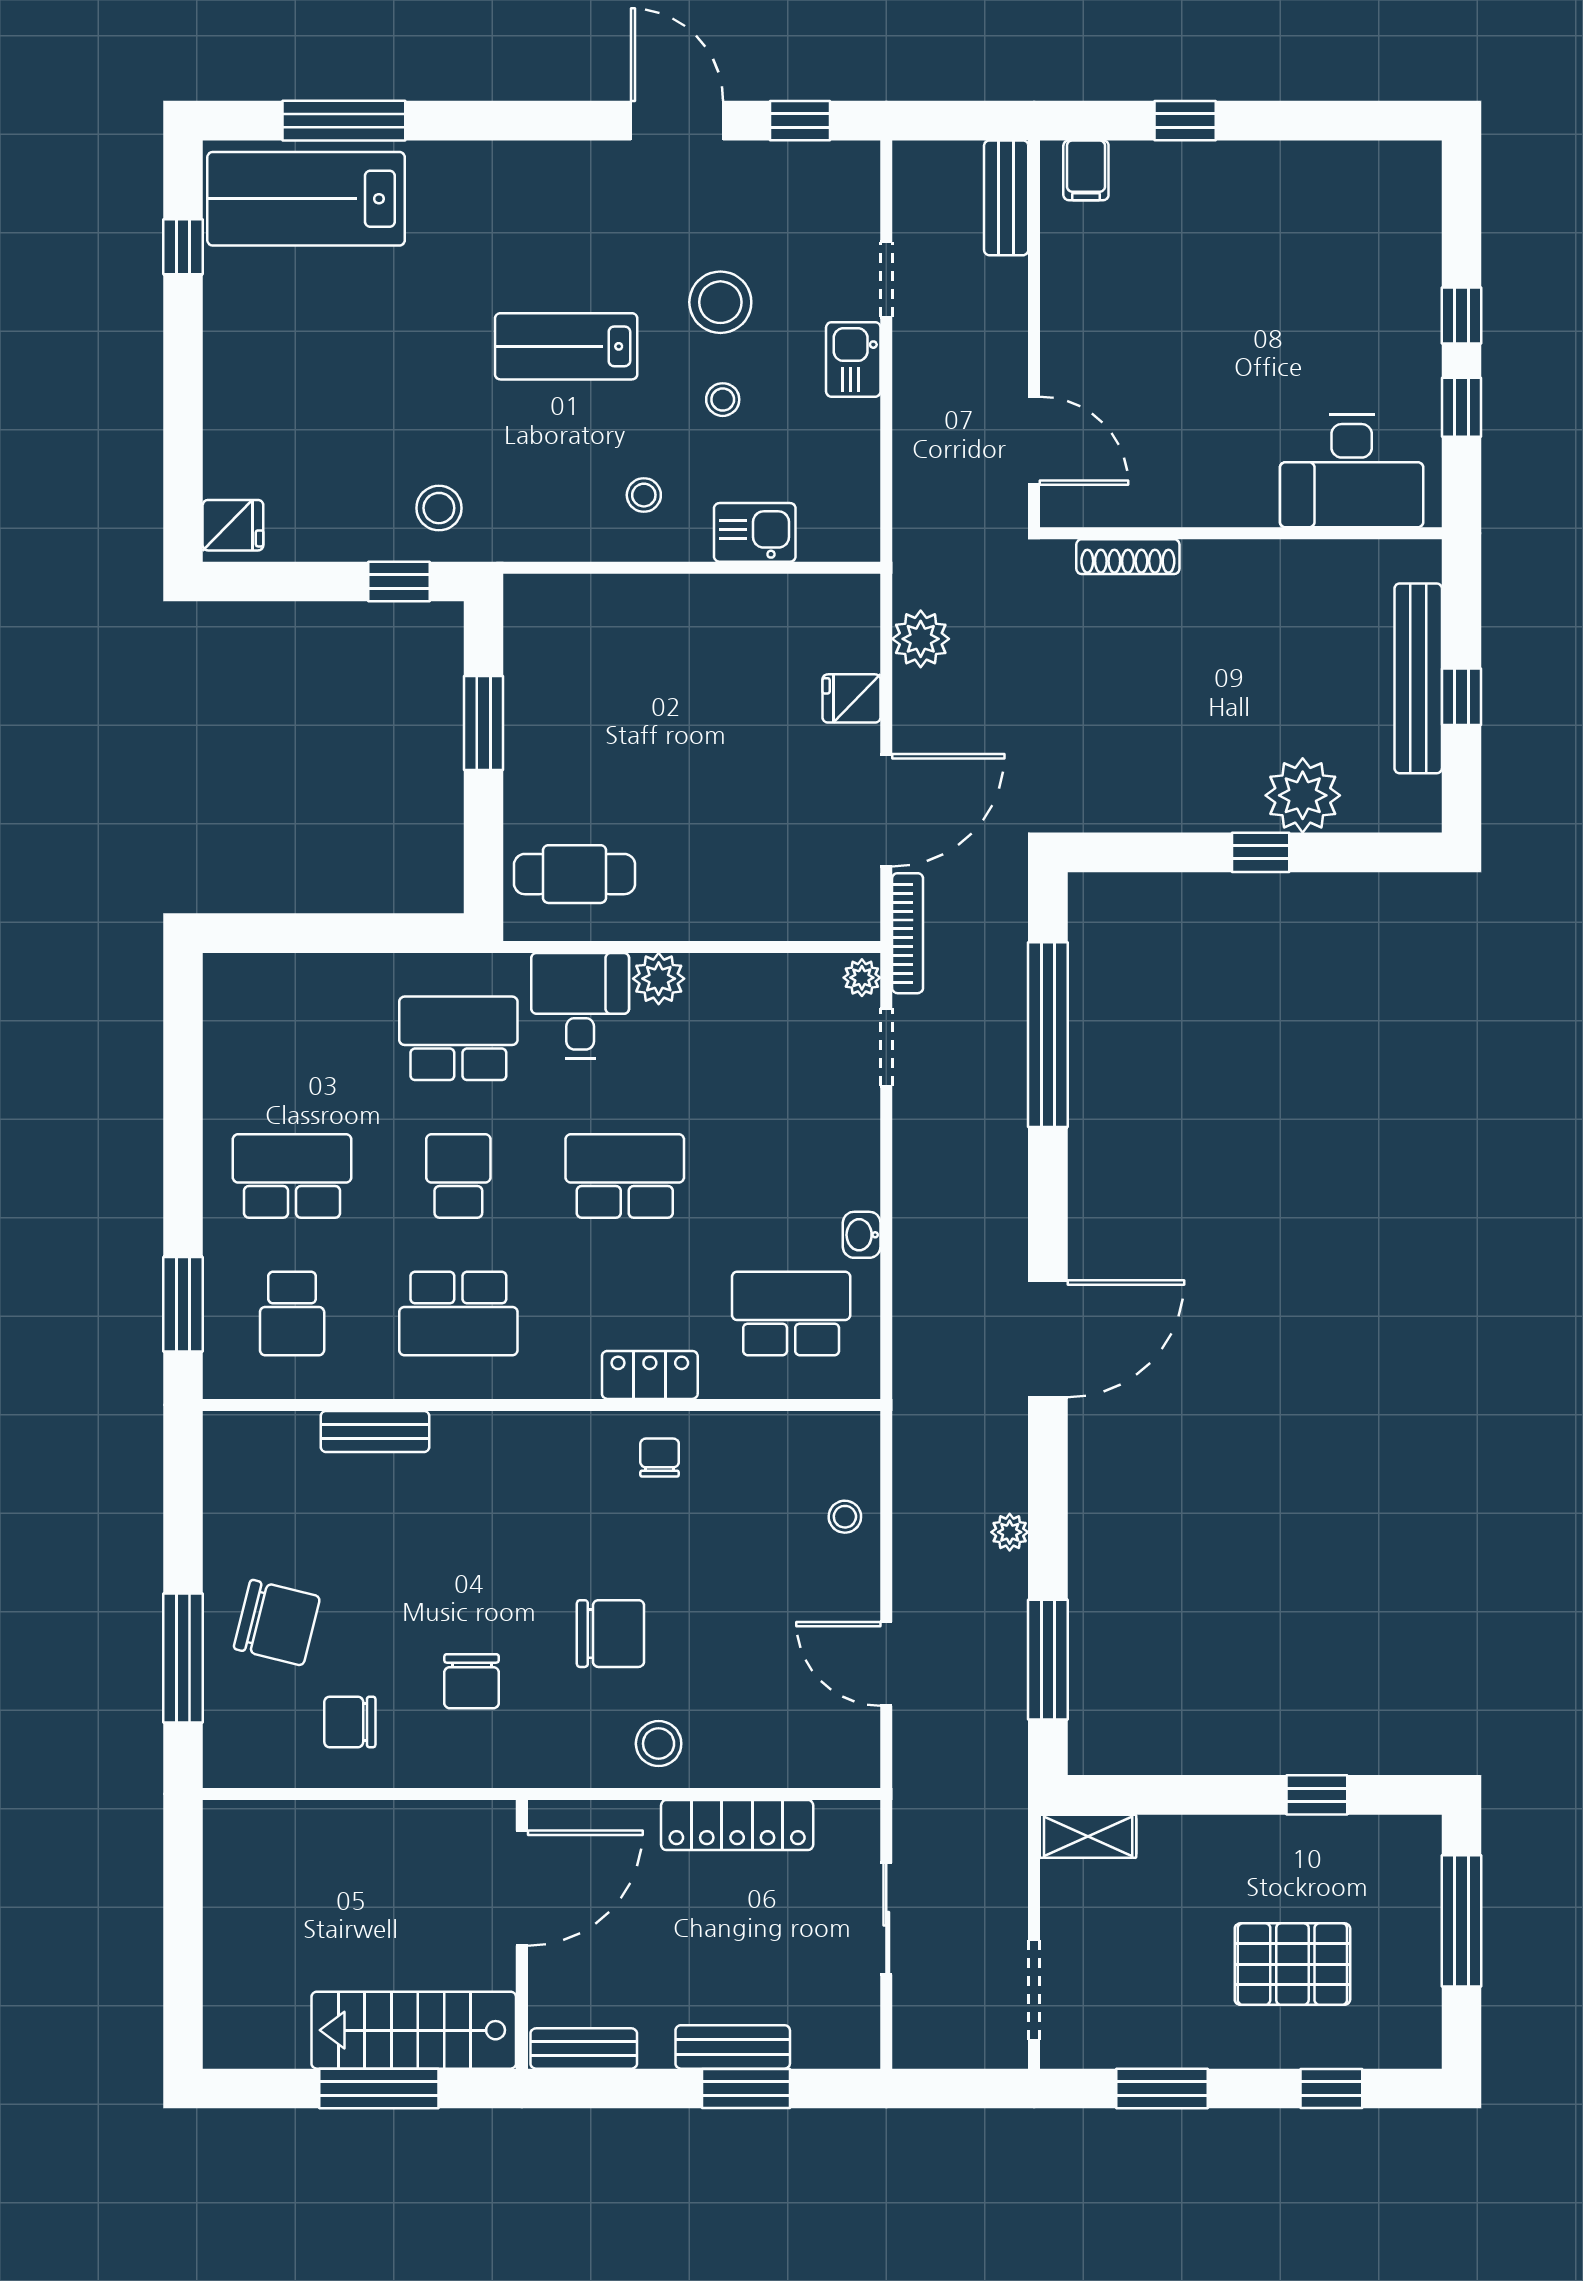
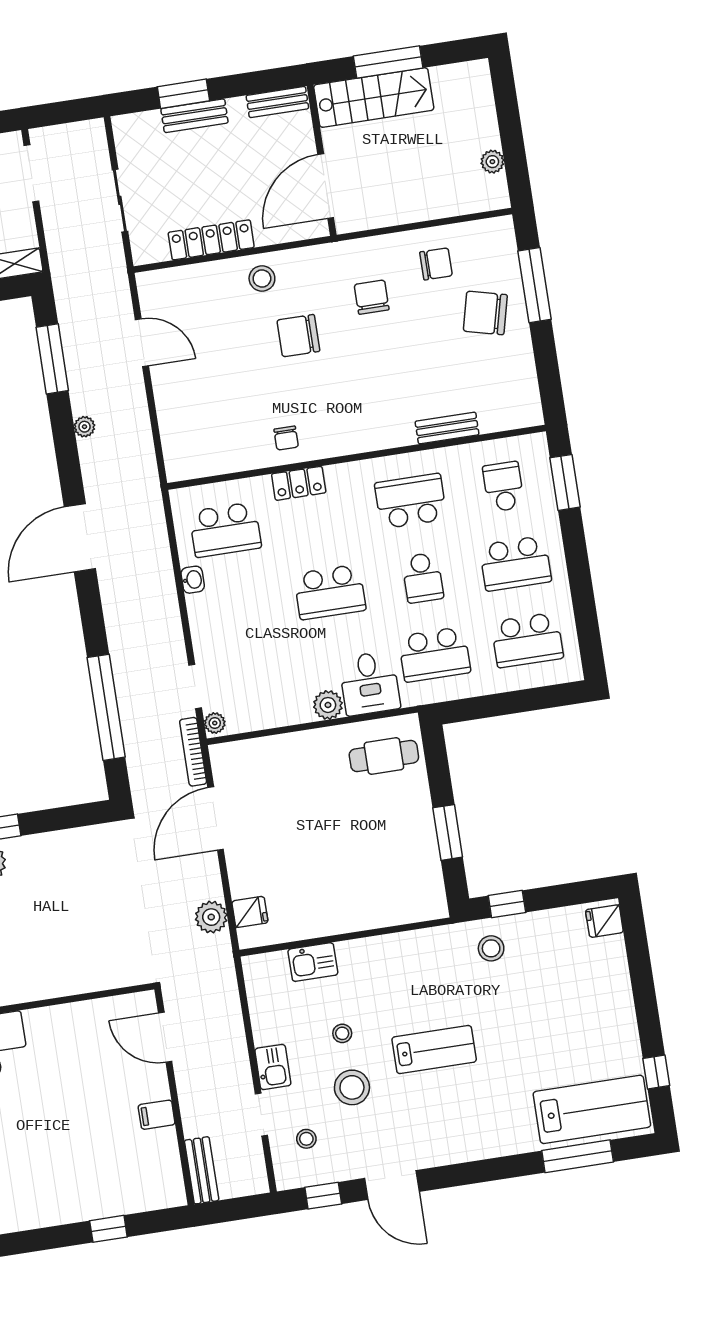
filing cabinet: (1086, 170) -> (157, 1115), moved, turned -90
stool: (644, 495) -> (306, 1139), moved
shoe rack: (1128, 557) -> (103, 981), removed
fridge: (851, 698) -> (250, 912), moved
school desk: (292, 1038) -> (527, 640), added
stool: (845, 1517) -> (178, 421), removed
plant: (223, 1886) -> (492, 162), added

